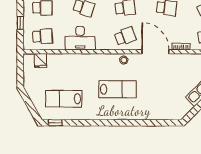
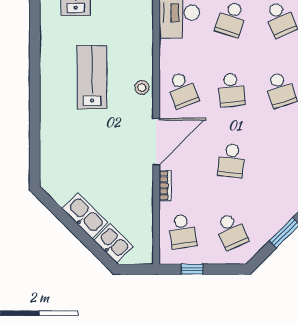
lab bench: (118, 89) -> (92, 77), turned 180

